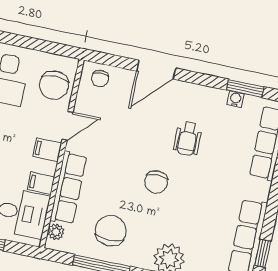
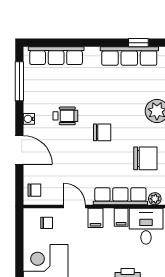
chair: (54, 85) -> (47, 223), width x0.54, depth x0.54
window: (245, 88) -> (19, 81), width x1.44
water cooler: (235, 99) -> (29, 119), moved
chair: (111, 231) -> (145, 158), turned 180

